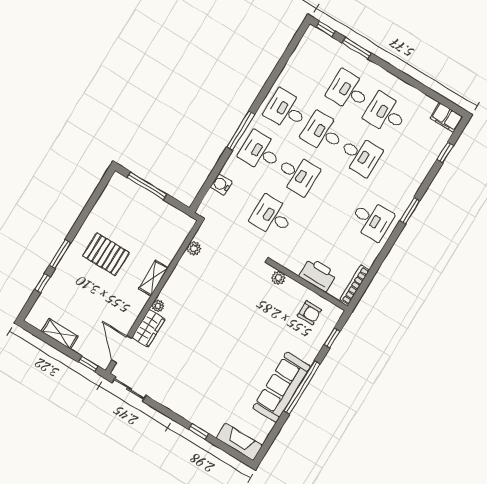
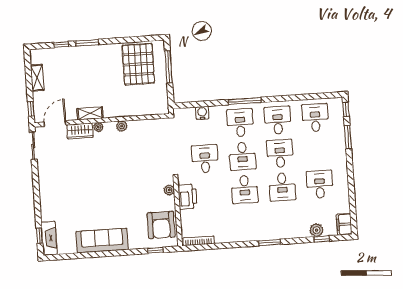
desk: (348, 91) -> (315, 118), moved
plant: (432, 151) -> (317, 230), added
desk: (372, 220) -> (245, 189), moved
plant: (194, 249) -> (122, 126), moved
pallet: (106, 254) -> (138, 64), moved, width x1.37, depth x1.41
printer: (318, 275) -> (187, 197), moved
shelving: (153, 278) -> (90, 113), moved
armchair: (309, 313) -> (161, 225), width x1.88, depth x1.88
window: (302, 387) -> (111, 253), removed
window: (199, 431) -> (39, 236), moved

